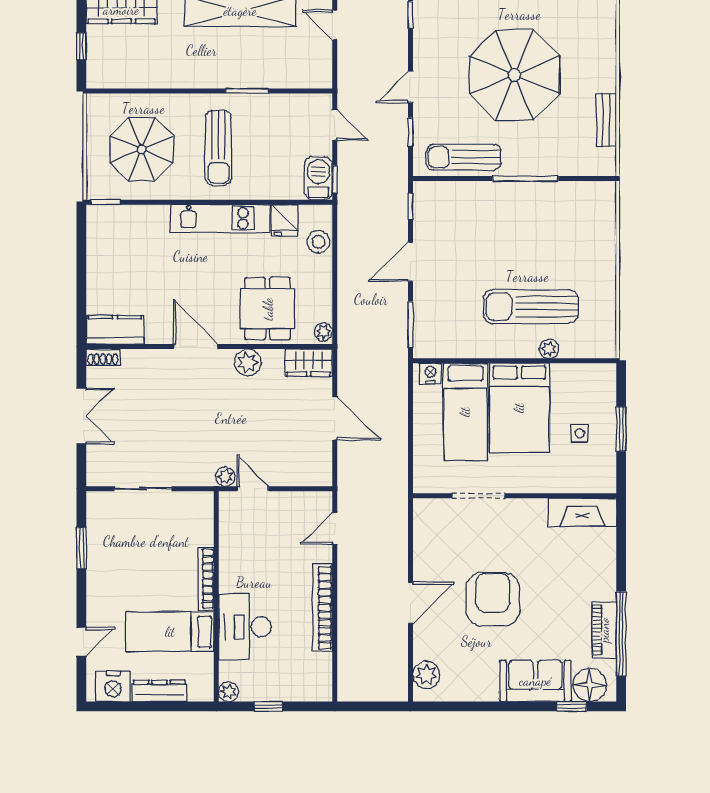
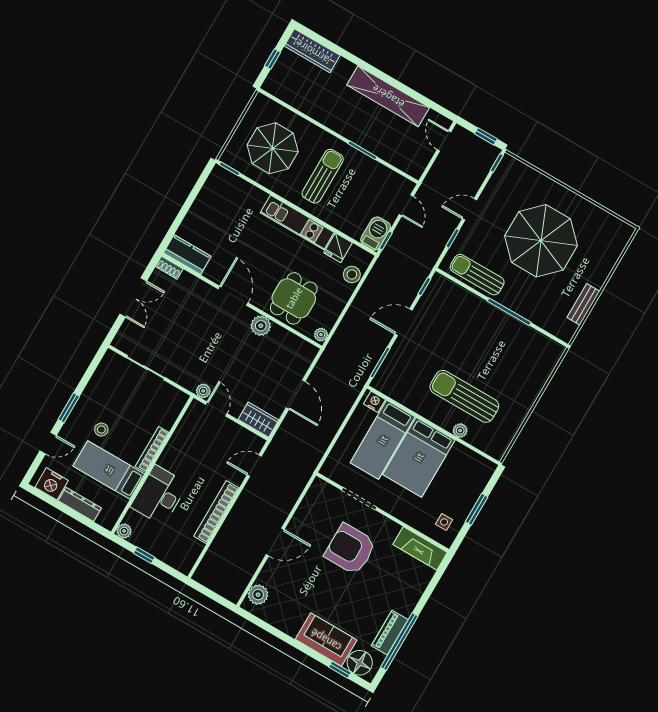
sun lounger: (218, 148) -> (323, 176), turned 180
wardrobe: (309, 363) -> (258, 420), moved, turned 180
side table: (580, 433) -> (444, 522), moved
window: (81, 548) -> (69, 408), moved
stool: (134, 590) -> (101, 430), added
armchair: (493, 599) -> (350, 549), moved, turned -90

